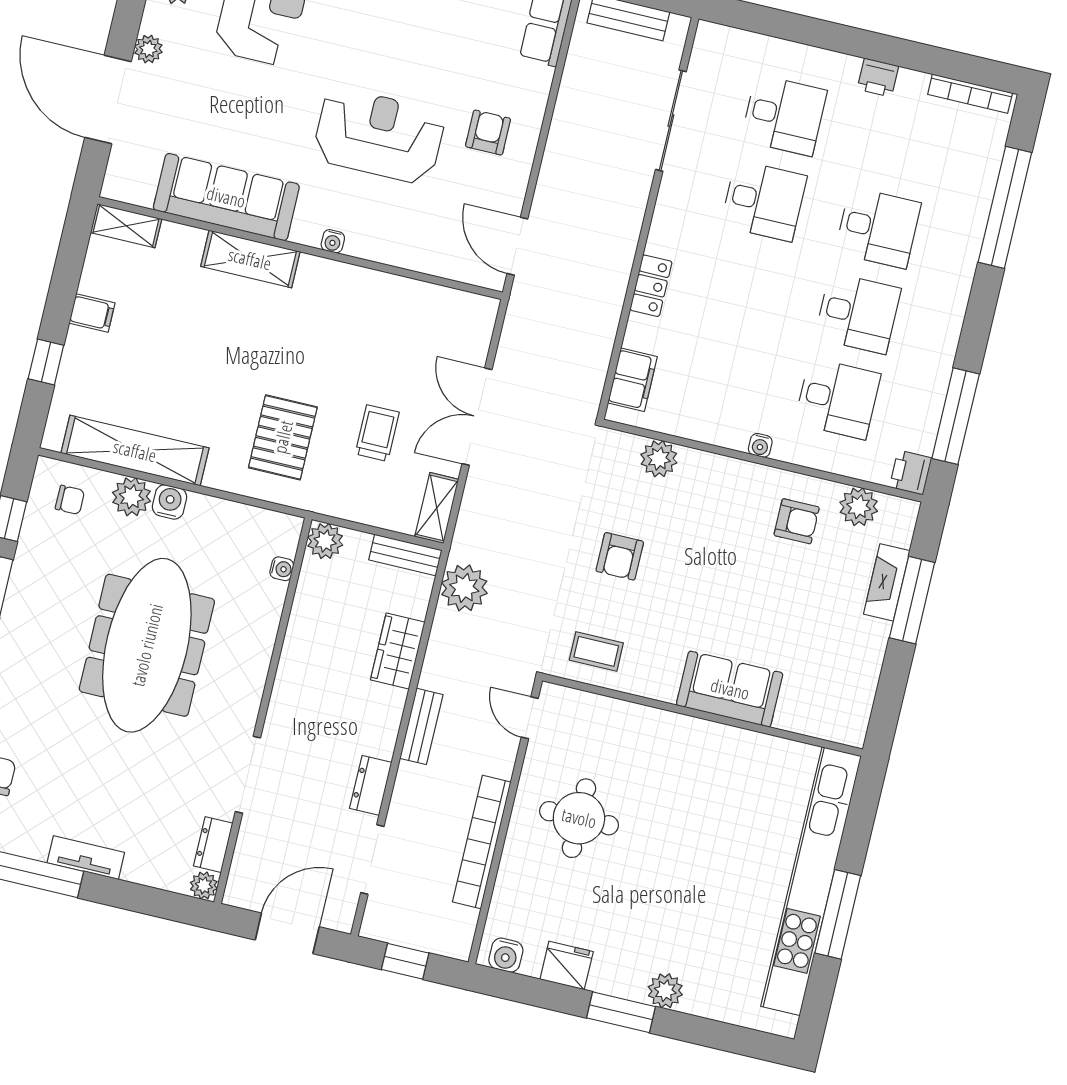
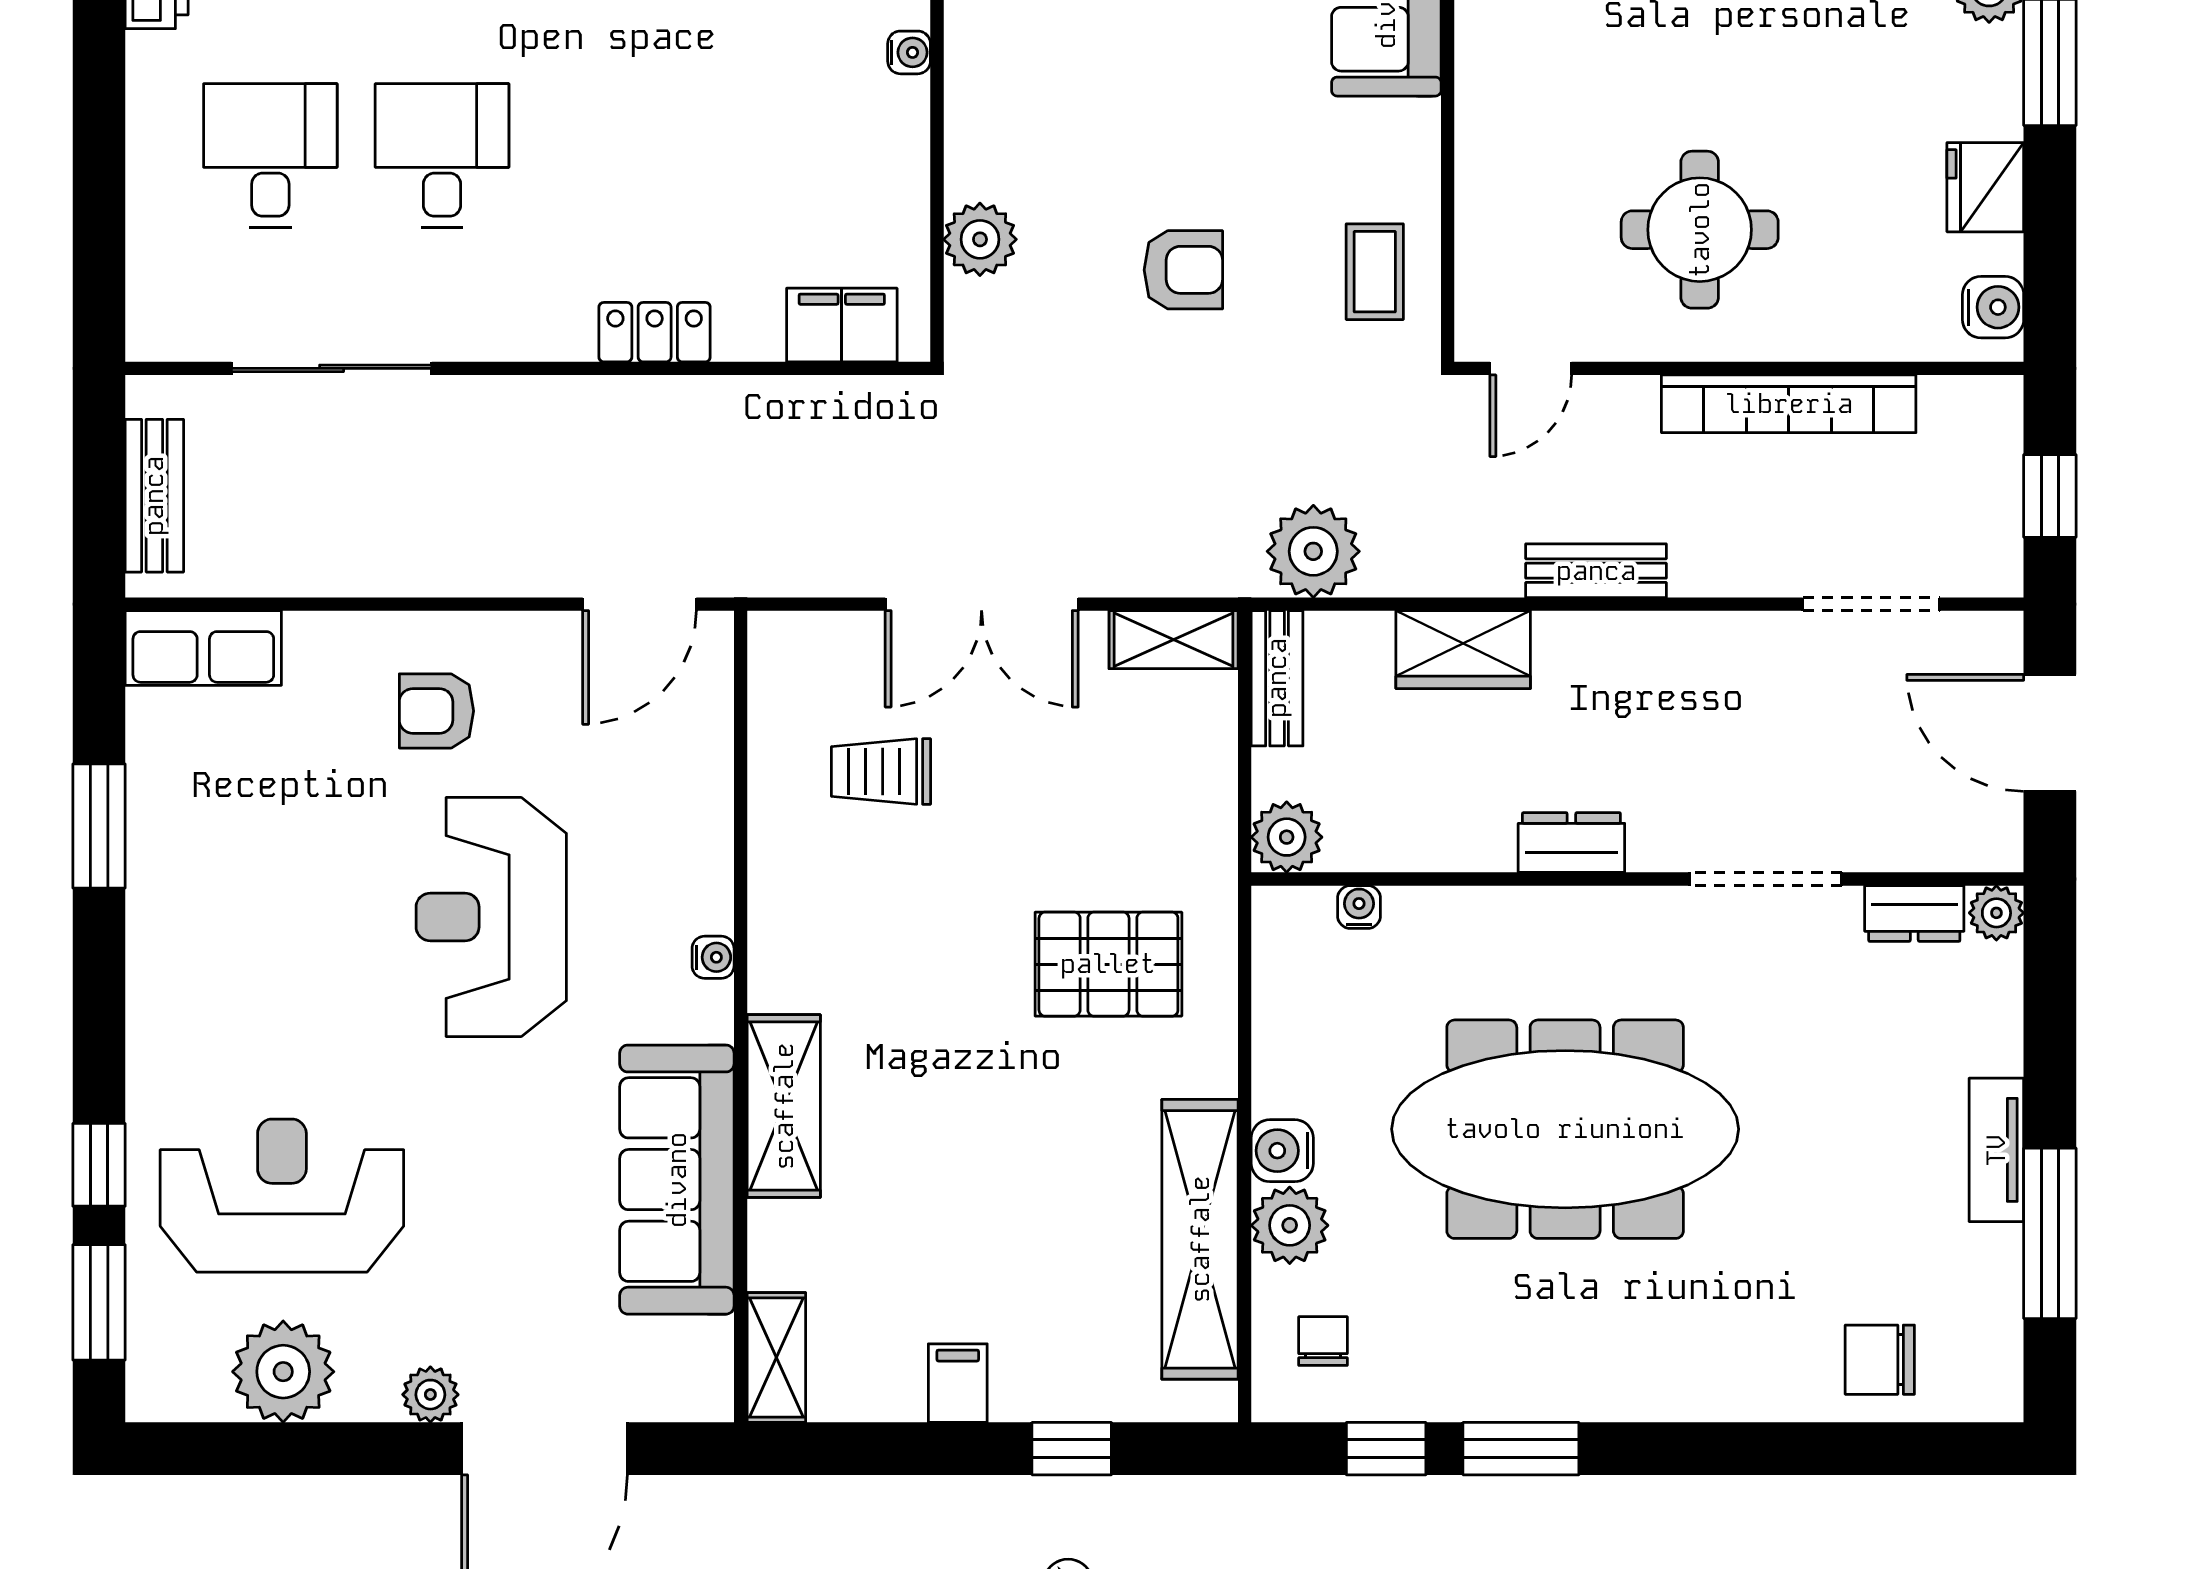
trolley: (377, 433) -> (881, 771), moved
dresser: (371, 785) -> (1571, 843), moved, turned 180

